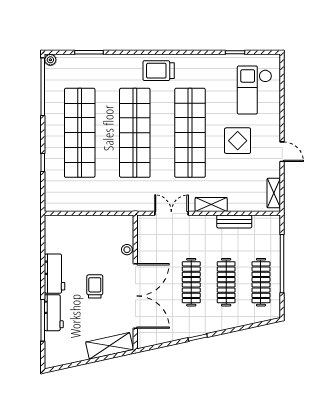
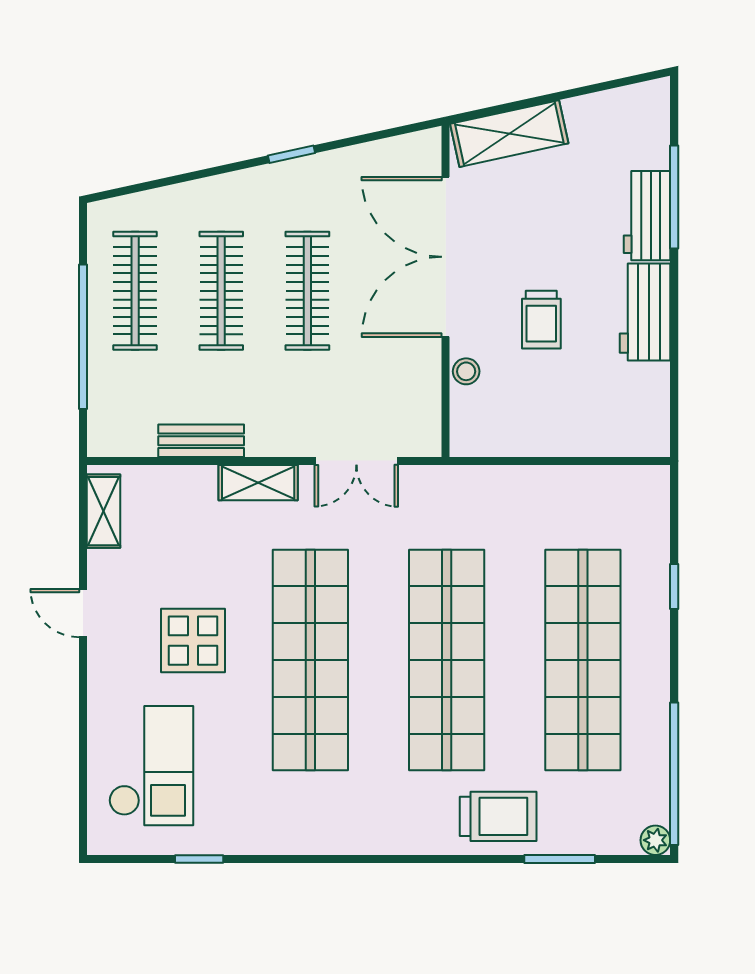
trolley: (159, 71) -> (498, 816), moved
trolley: (95, 286) -> (541, 320), moved

